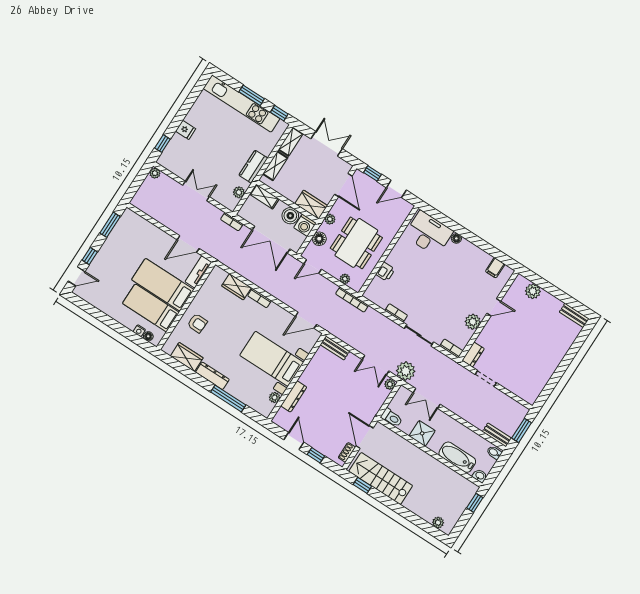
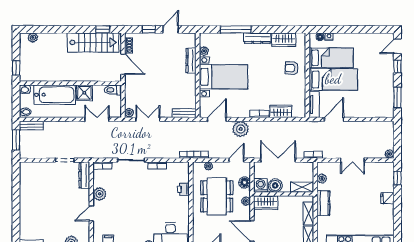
dresser: (473, 355) -> (84, 175), width x1.44
plant: (406, 371) -> (241, 129), moved
door: (294, 441) -> (171, 29), swing flipped
bathtub: (457, 457) -> (55, 95), width x1.36, depth x1.36

